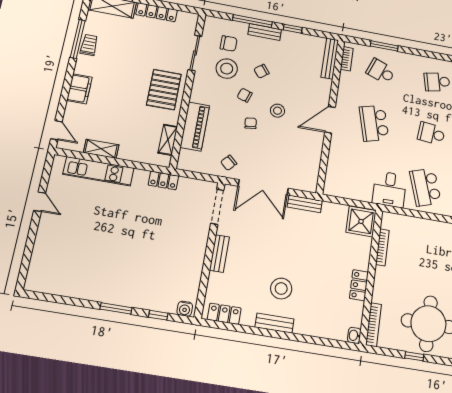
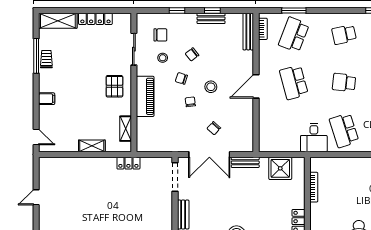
window: (252, 21) -> (177, 10), width x0.46
bench: (265, 32) -> (211, 18), moved
stool: (227, 69) -> (163, 58), width x0.53, depth x0.53
school desk: (381, 71) -> (294, 35), width x1.85
filing cabinet: (79, 89) -> (47, 99), width x0.50
pallet: (164, 90) -> (114, 86), width x0.67, depth x0.71
piano: (195, 126) -> (145, 96), moved
shelving: (101, 149) -> (92, 146), moved
chair: (229, 163) -> (214, 128), moved
kitchen unit: (98, 171) -> (76, 165), removed
door: (40, 202) -> (36, 197), swing flipped
shower: (361, 221) -> (280, 168), moved

